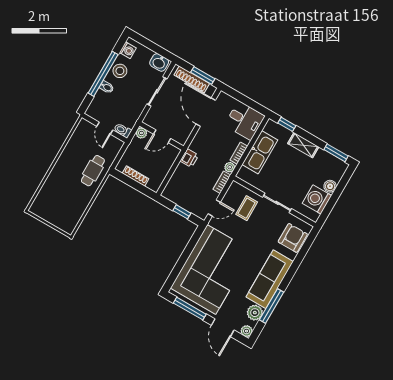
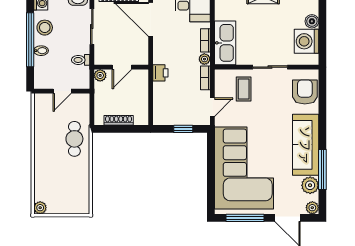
door: (105, 128) -> (62, 91), hinge flipped
toilet: (123, 130) -> (81, 60), moved
kitchen sink: (260, 152) -> (225, 43), moved
plant: (35, 209) -> (40, 208), added

